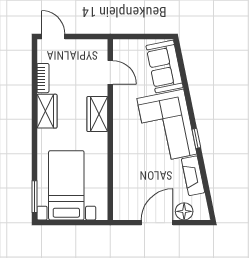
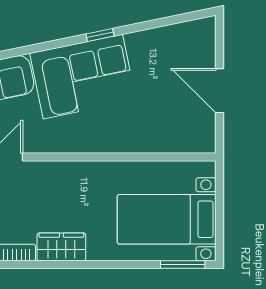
wardrobe: (97, 114) -> (65, 175), removed
fireplace: (193, 176) -> (153, 40), removed
floor lamp: (184, 211) -> (203, 52), removed

